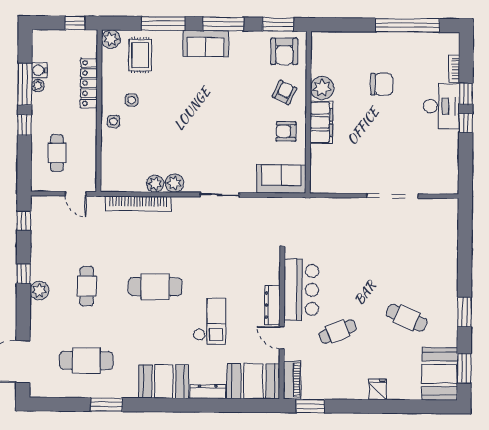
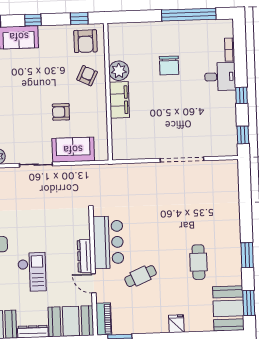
window: (223, 24) -> (33, 20), width x0.46
window: (278, 24) -> (79, 18), width x0.67
chair: (382, 84) -> (169, 65), turned 90
window: (466, 94) -> (243, 135), moved
desk: (441, 106) -> (220, 77), width x0.73
armchair: (286, 131) -> (61, 112), moved
sofa: (281, 179) -> (73, 150), moved
cafe table: (407, 318) -> (198, 262), turned 66

